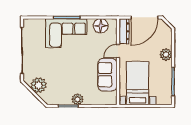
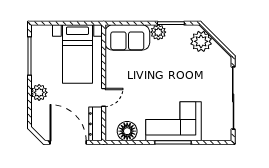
door: (144, 17) -> (68, 142), hinge flipped
sofa: (107, 75) -> (127, 37), moved, turned 90
plant: (39, 85) -> (201, 41), moved

